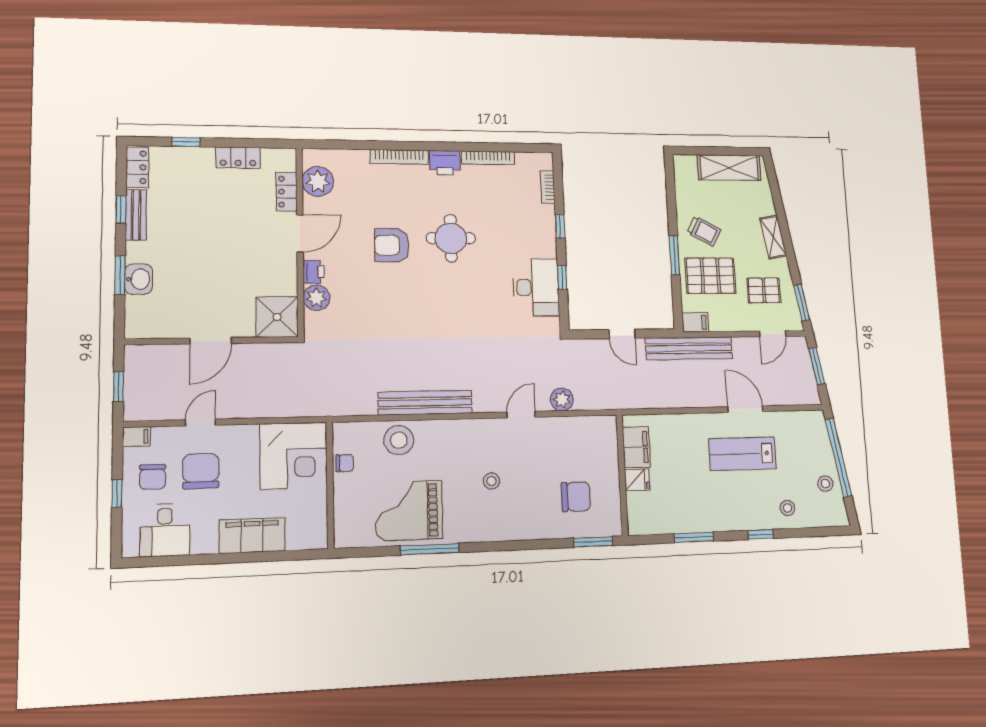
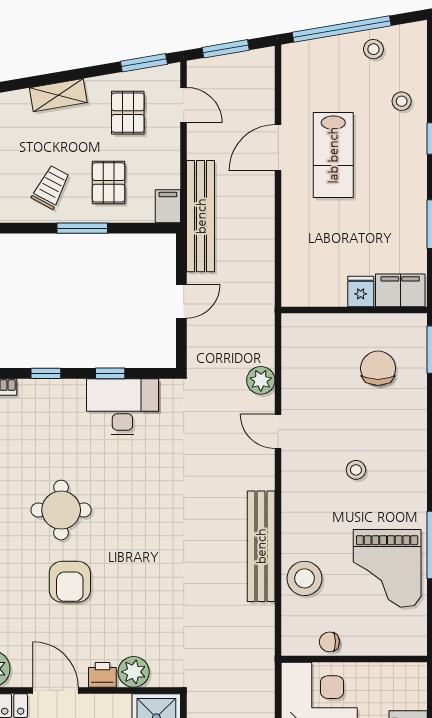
pallet: (710, 276) -> (109, 182), width x0.67, depth x0.71
filing cabinet: (636, 447) -> (400, 290), moved
chair: (345, 463) -> (329, 642), turned -90

